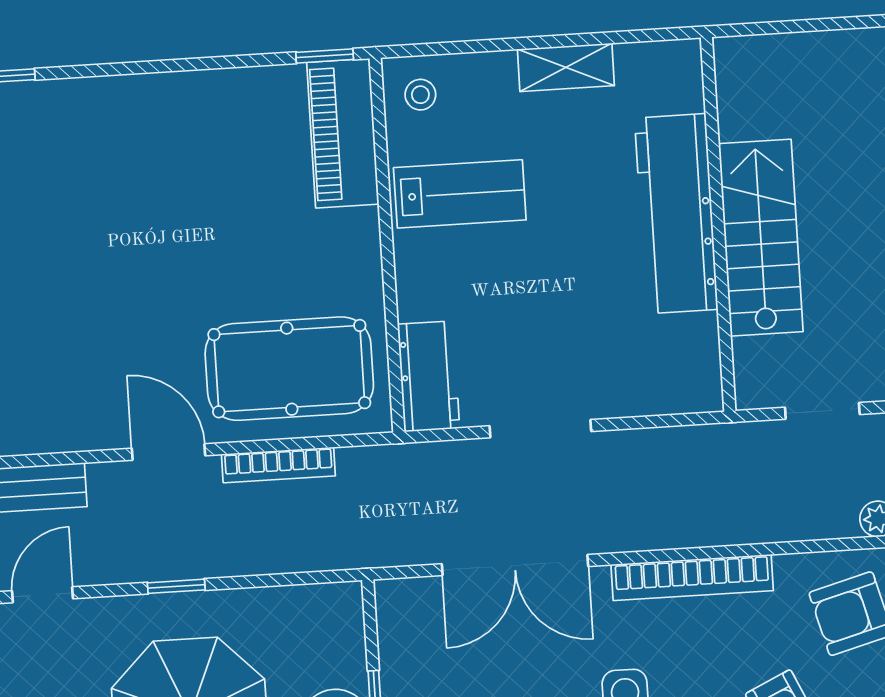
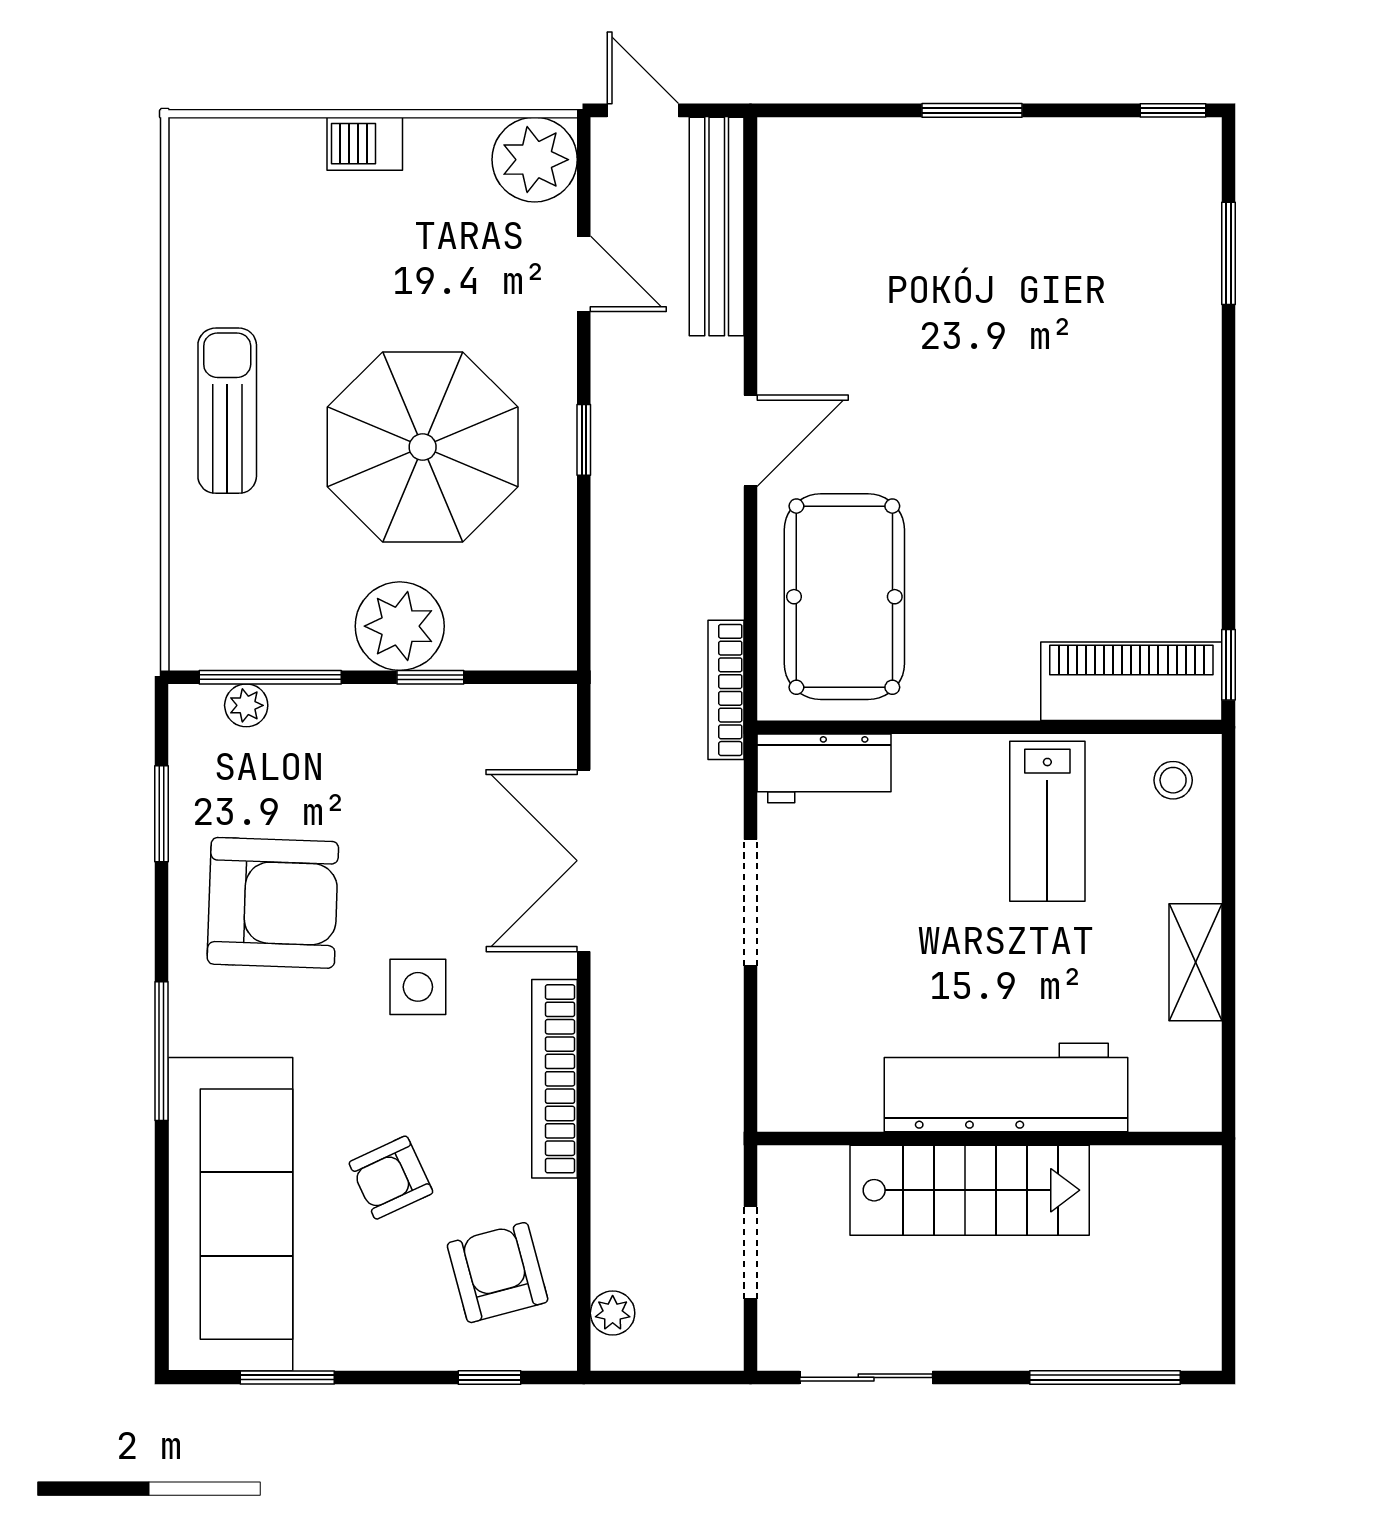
bookcase: (278, 465) -> (726, 690), moved

